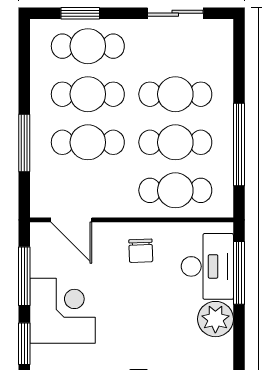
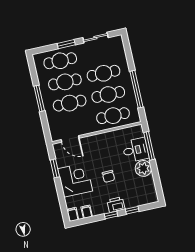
window: (80, 13) -> (66, 44), moved
window: (24, 143) -> (39, 98), moved
chair: (141, 251) -> (108, 176), moved
desk: (207, 266) -> (135, 150), width x0.73
window: (24, 276) -> (55, 168), width x0.69
window: (24, 344) -> (62, 198), removed

